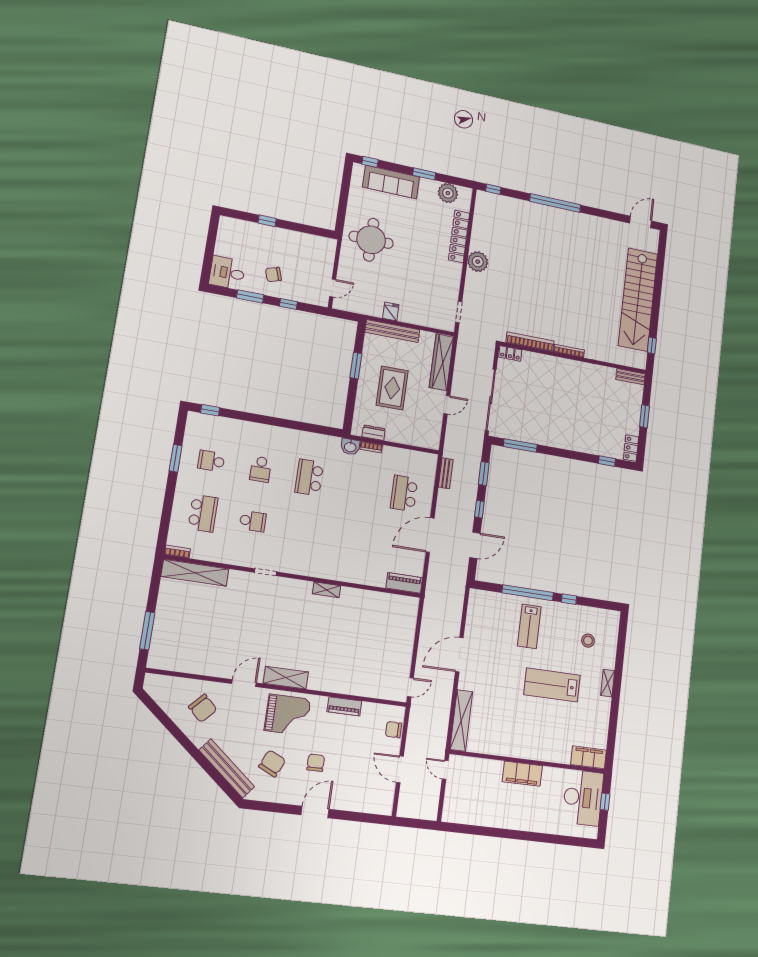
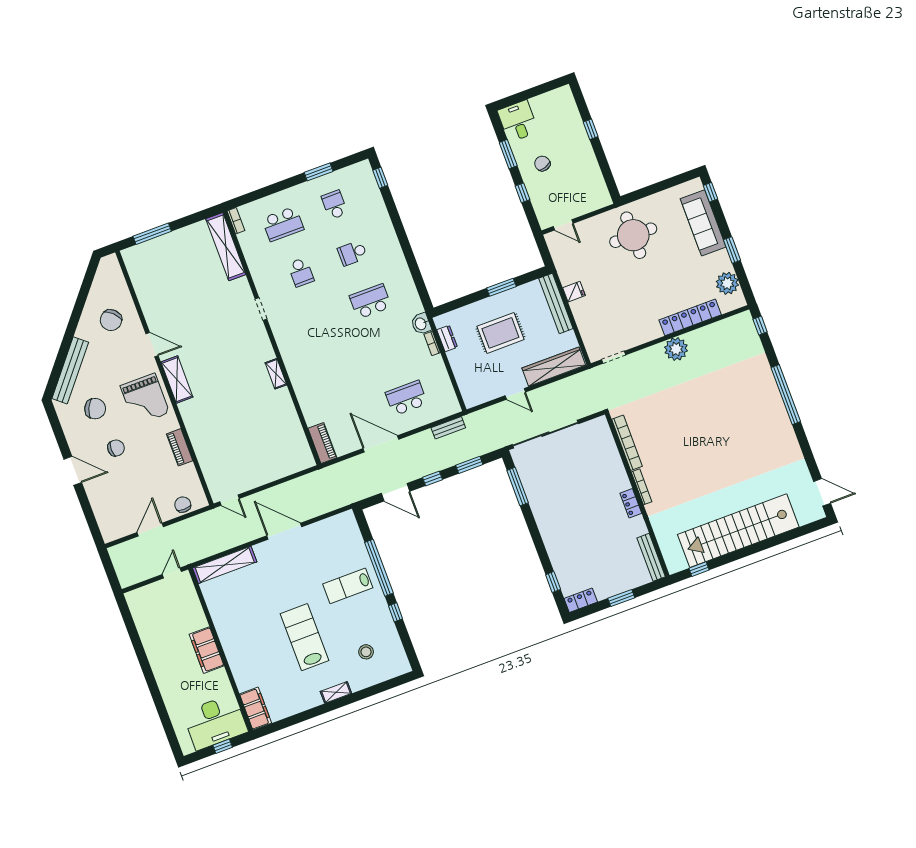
locker: (510, 353) -> (631, 503), moved
bench: (631, 377) -> (651, 557), width x1.36

